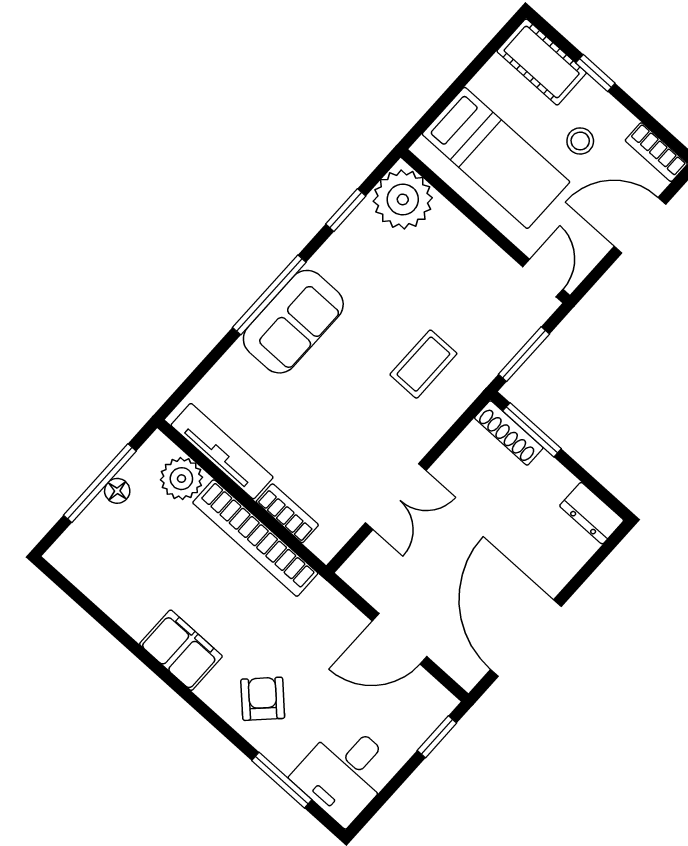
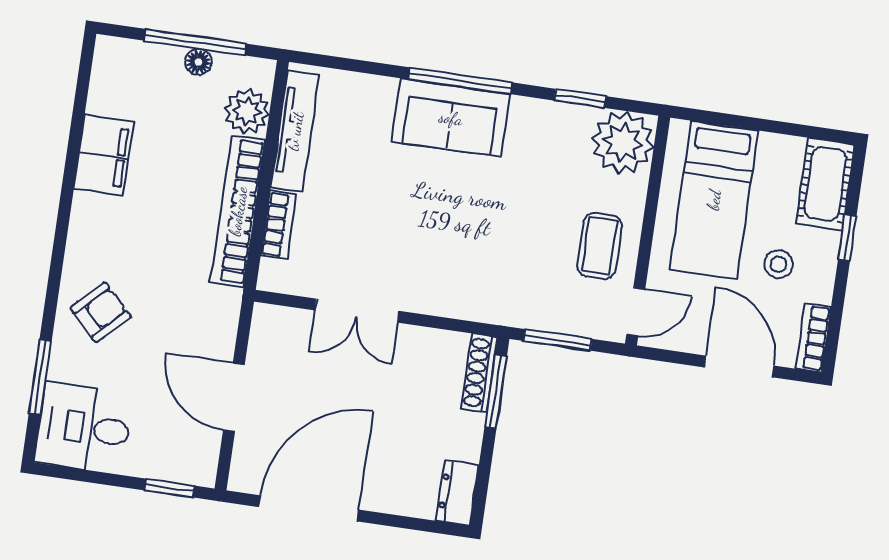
coffee table: (423, 364) -> (600, 246), moved, turned 90
filing cabinet: (181, 650) -> (104, 155), moved

